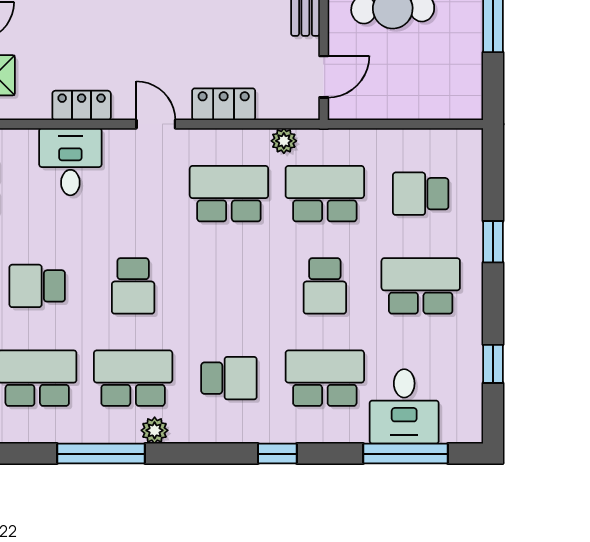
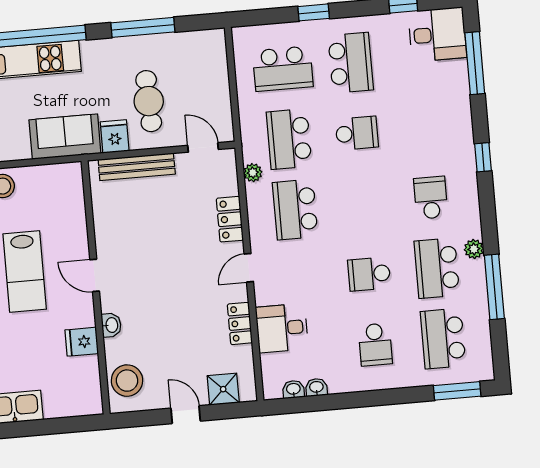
school desk: (421, 194) -> (283, 69), width x1.85
school desk: (133, 286) -> (369, 274), turned 180
school desk: (421, 286) -> (351, 63), turned 180
school desk: (325, 378) -> (425, 127), removed
desk: (404, 406) -> (437, 34), moved

